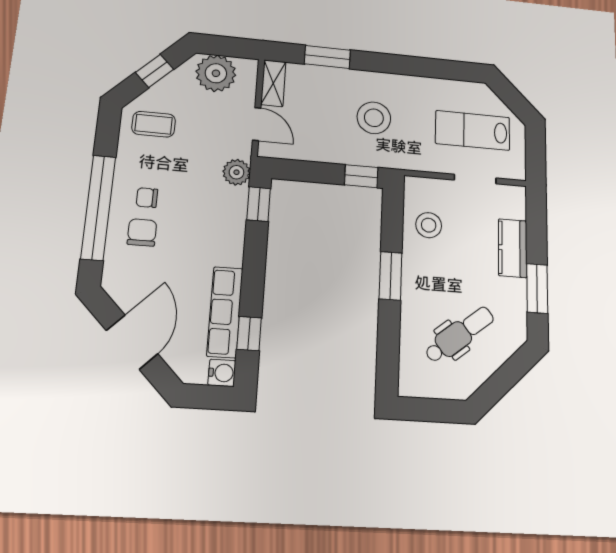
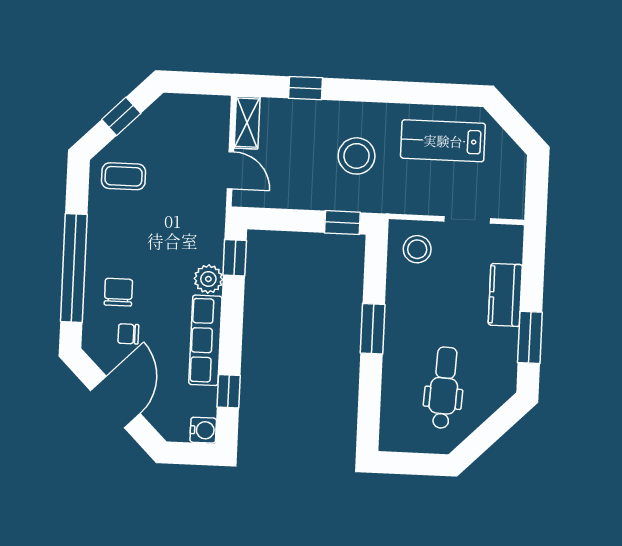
window: (327, 57) -> (305, 88), width x0.67
plant: (216, 73) -> (186, 115), removed
lab bench: (473, 130) -> (443, 141), moved
plant: (236, 172) -> (208, 279), moved
chair: (147, 198) -> (128, 334), moved
stool: (429, 225) -> (417, 249), moved
row of seats: (225, 312) -> (205, 340), moved
dental chair: (460, 334) -> (444, 388), turned -49

